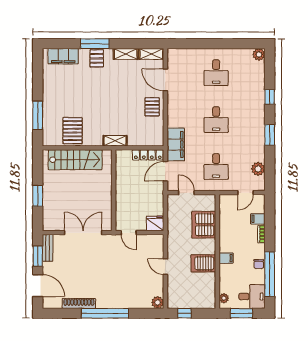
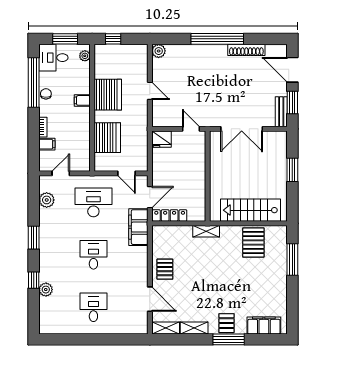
plant: (259, 54) -> (46, 290), moved
desk: (216, 167) -> (93, 202), width x1.37
server rack: (203, 263) -> (108, 95), width x1.60
window: (184, 313) -> (113, 39), moved

